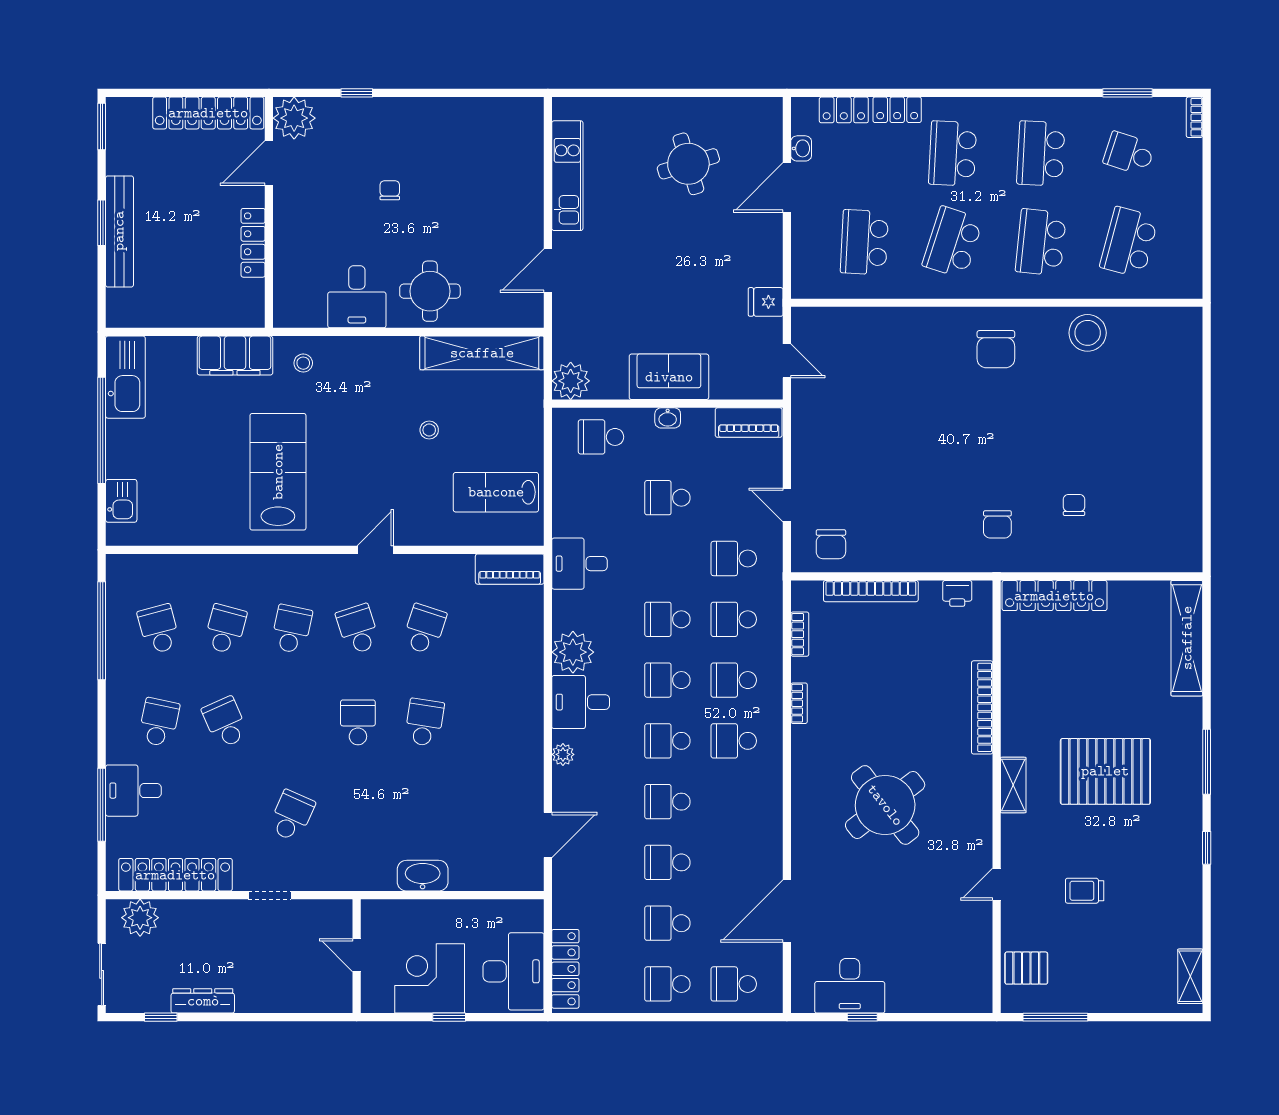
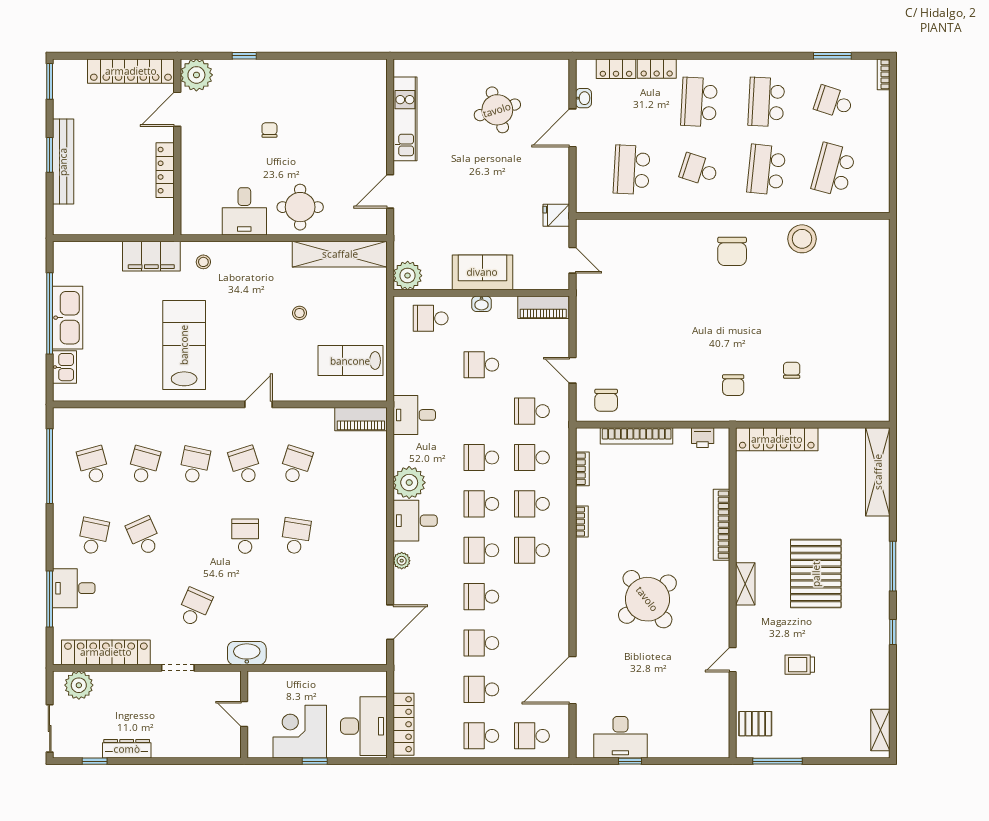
school desk: (953, 242) -> (699, 170), width x0.54
kitchen sink: (125, 377) -> (68, 318), moved
pallet: (1105, 771) -> (816, 574), turned 90
washbasin: (423, 876) -> (247, 653), moved

